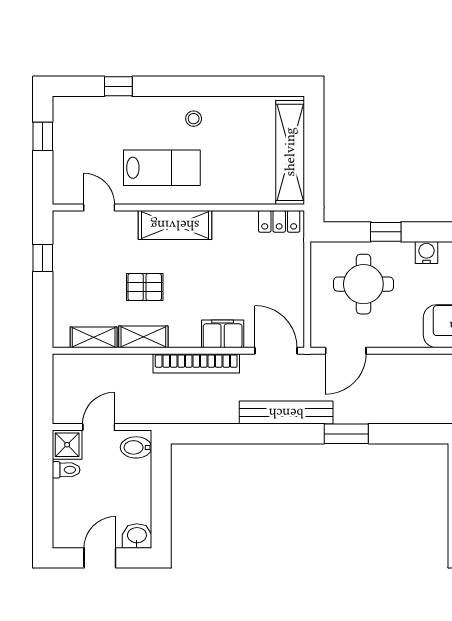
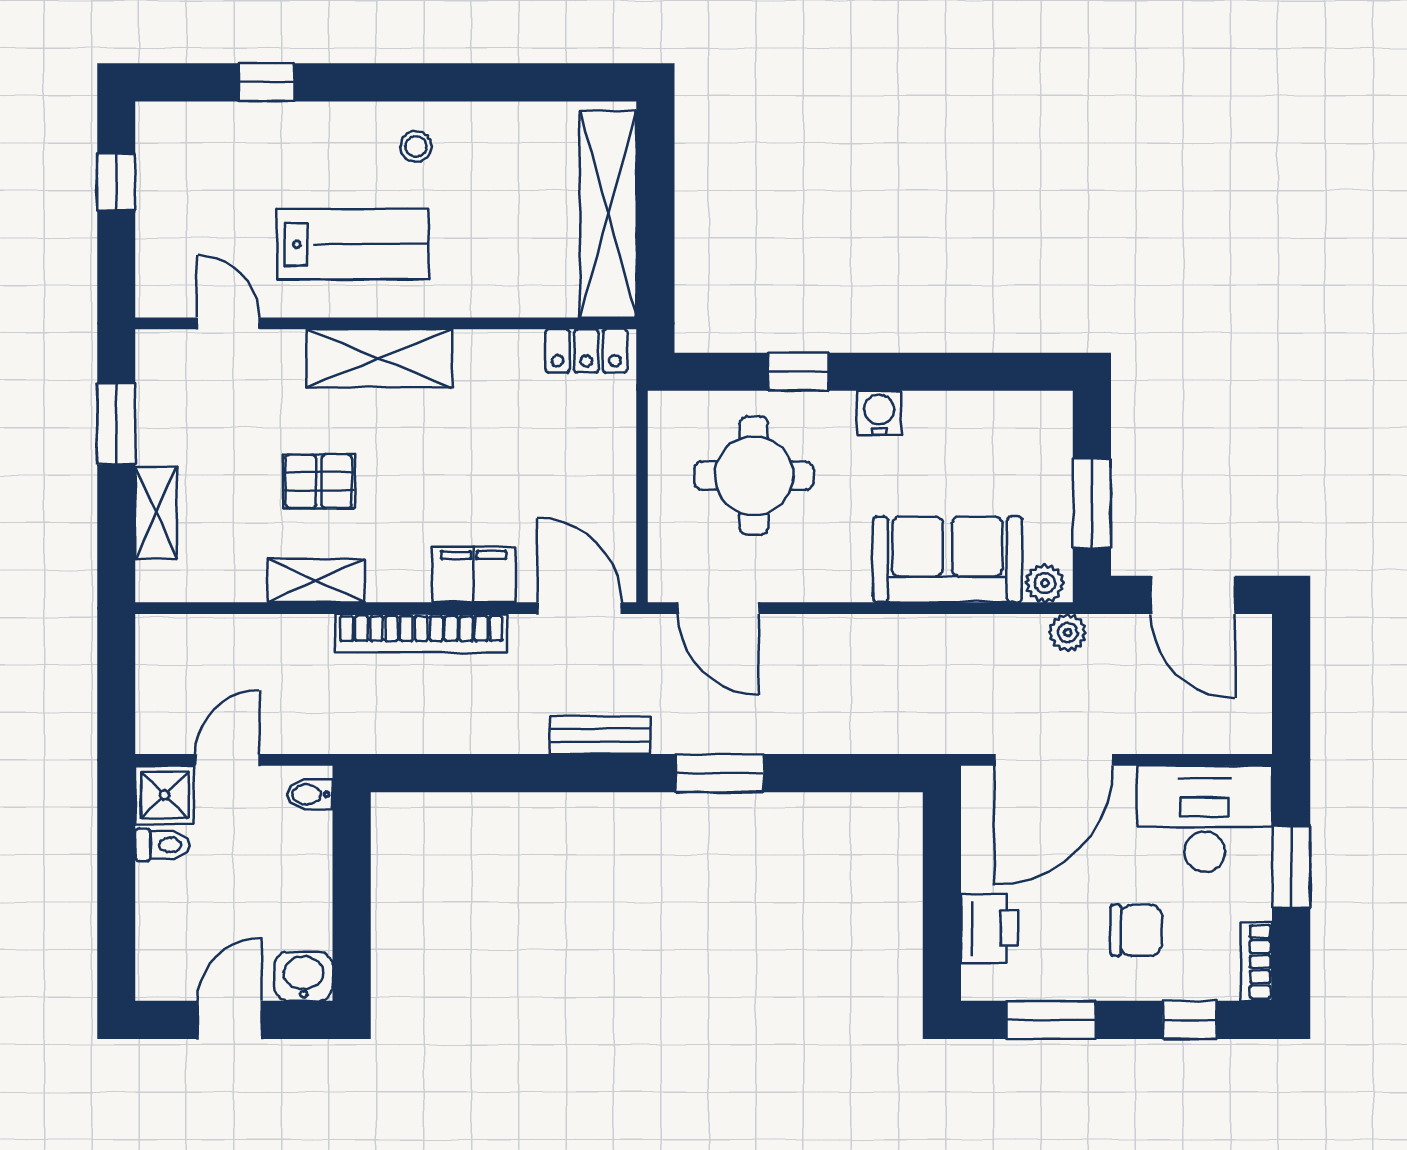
window: (43, 258) -> (116, 424), width x1.50
shelving: (94, 337) -> (156, 513), moved, turned 90
door: (346, 351) -> (718, 608), hinge flipped
bench: (286, 413) -> (600, 735), width x0.54, depth x0.82
bidet: (136, 447) -> (310, 794), width x0.72, depth x0.74

